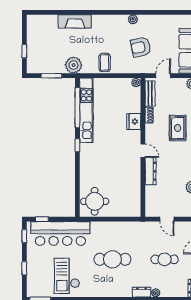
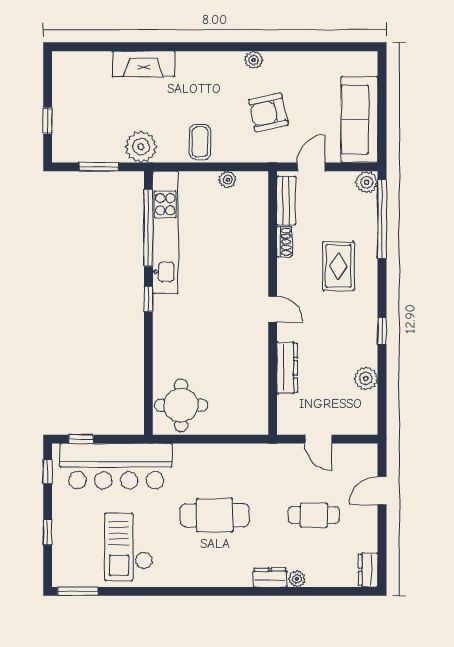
plant: (136, 82) -> (228, 180), moved
fridge: (134, 121) -> (255, 254), removed
dresser: (151, 171) -> (287, 368), moved

